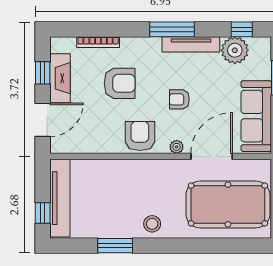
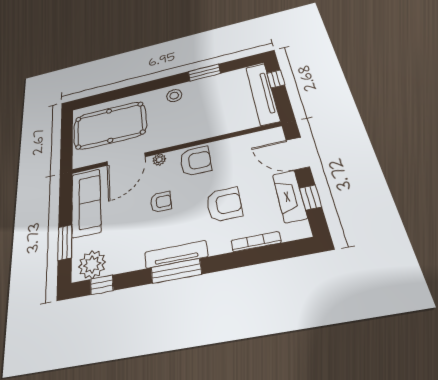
tv unit: (191, 44) -> (176, 254), moved
plant: (235, 50) -> (92, 265), moved
armchair: (120, 83) -> (224, 204), turned 180
door: (43, 120) -> (298, 153), hinge flipped
armchair: (140, 136) -> (196, 161), turned -90

